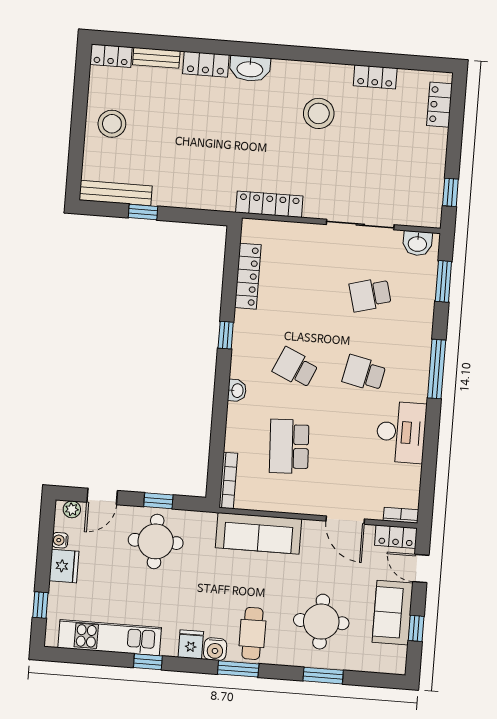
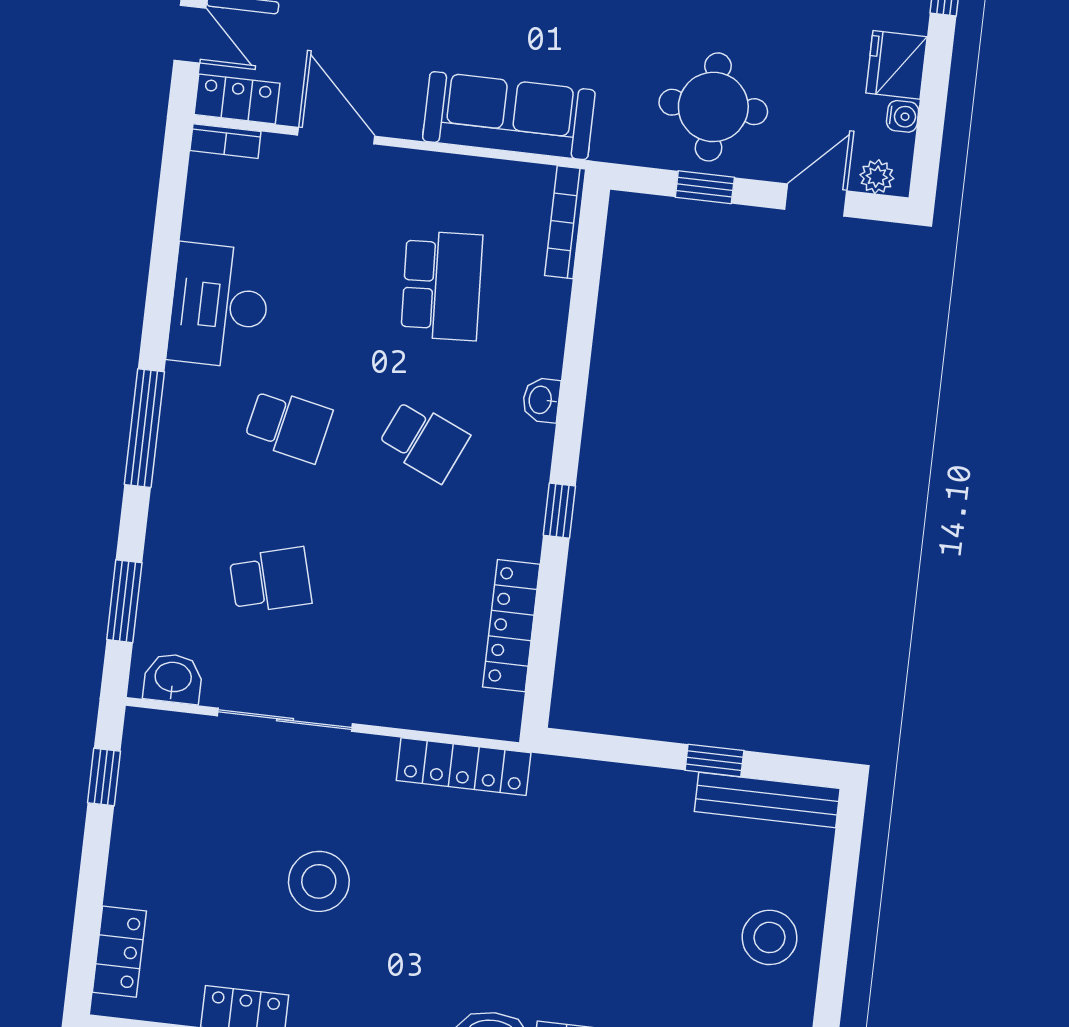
stool: (319, 113) -> (319, 881), moved

